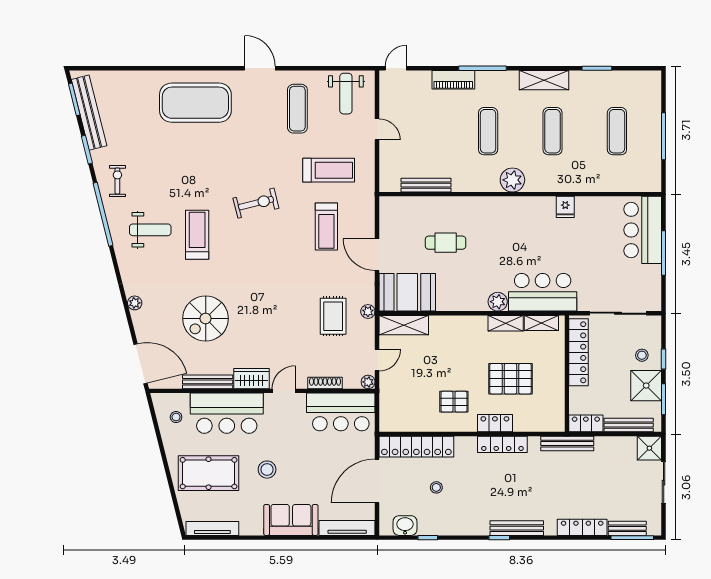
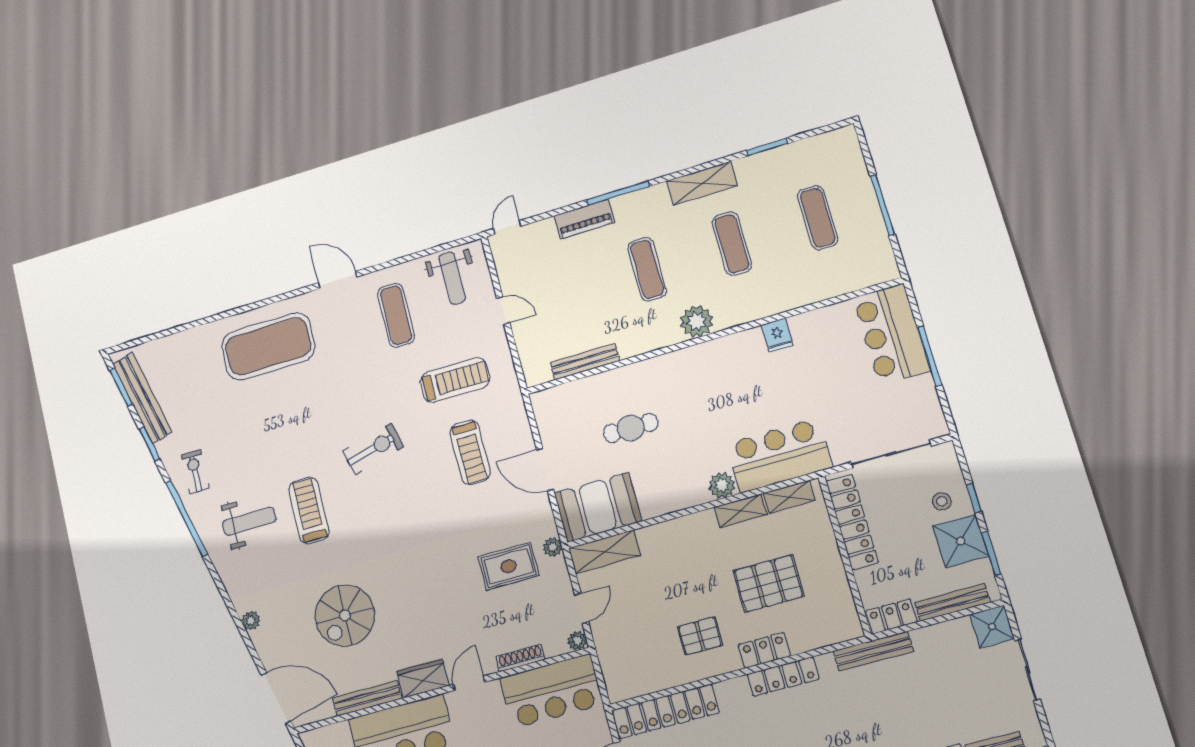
rug: (333, 316) -> (508, 566), turned 90

